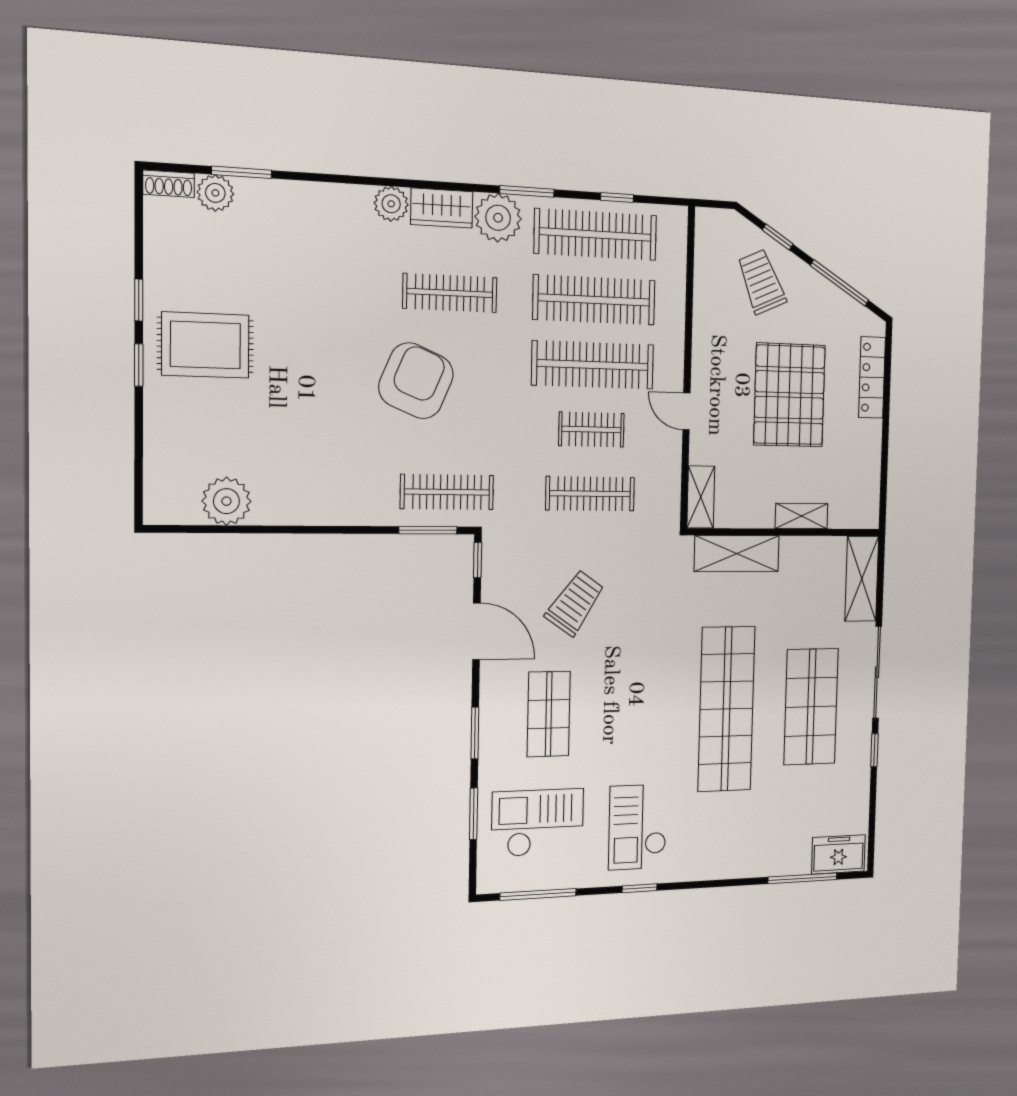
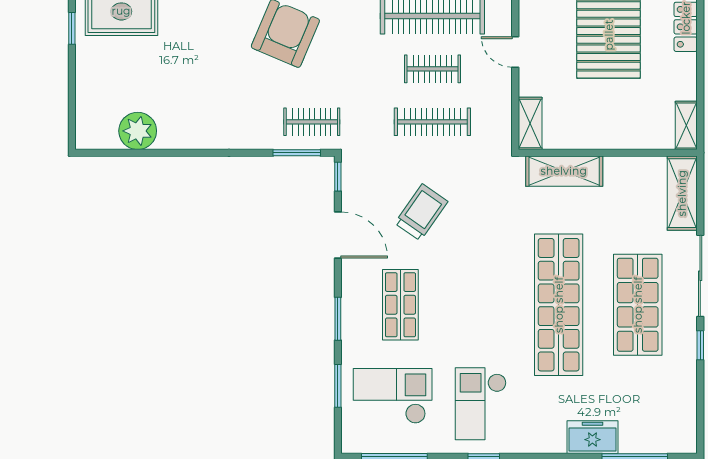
clothes rail: (447, 492) -> (312, 122), width x0.73
shelving: (802, 516) -> (686, 125), moved, turned 90
freezer: (838, 854) -> (592, 437), moved

